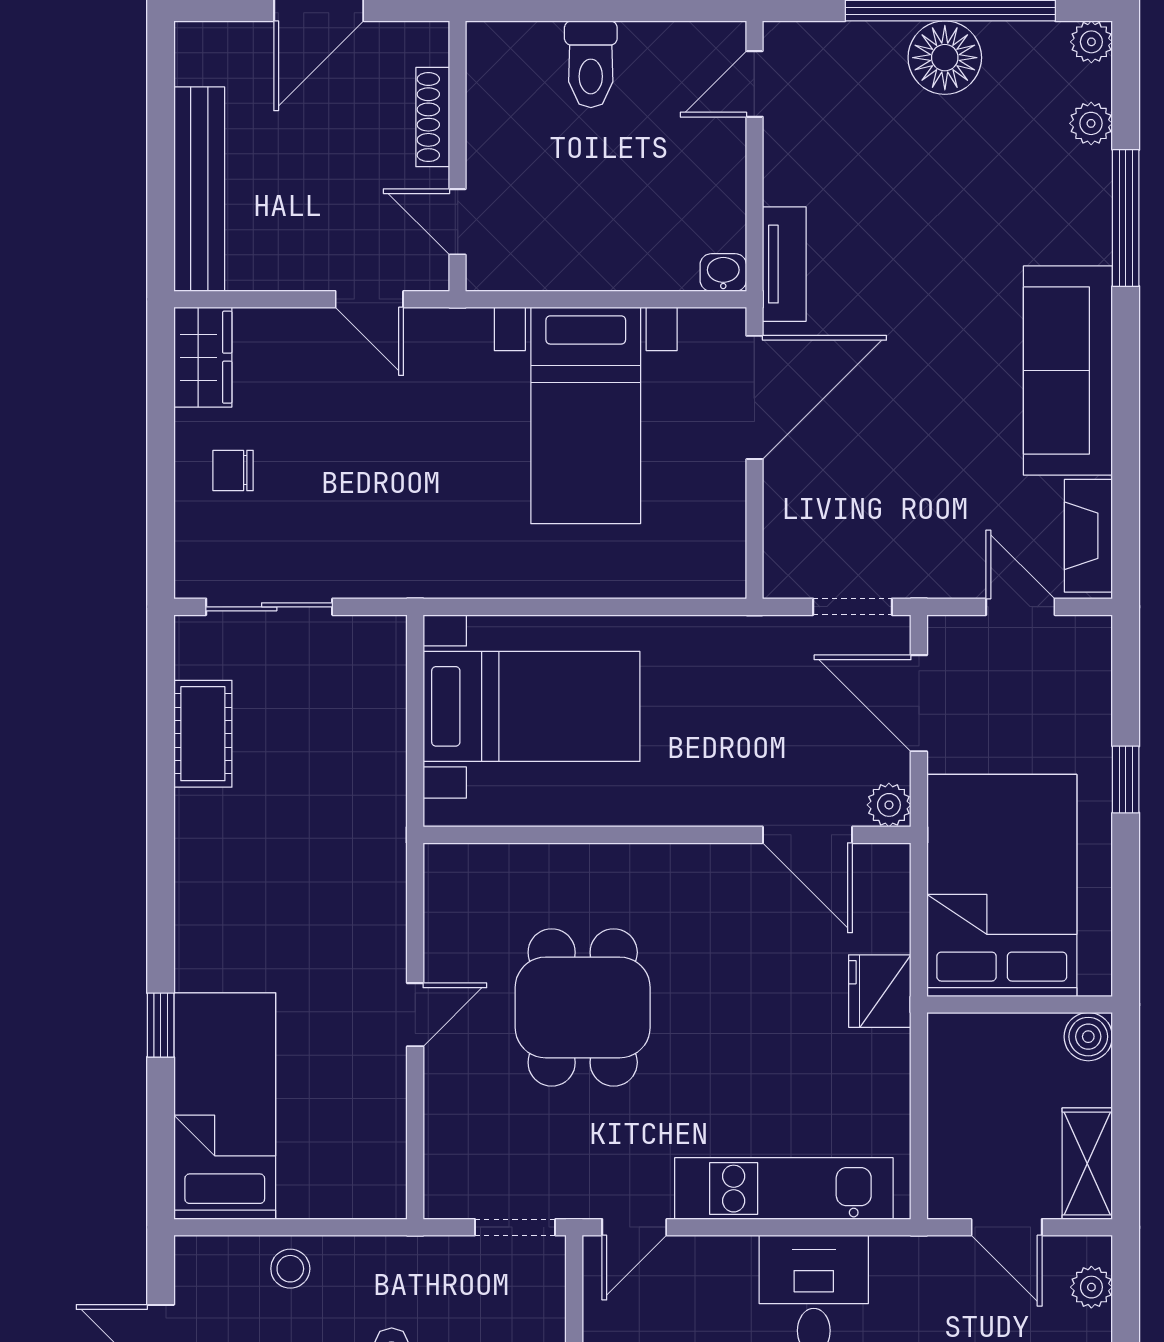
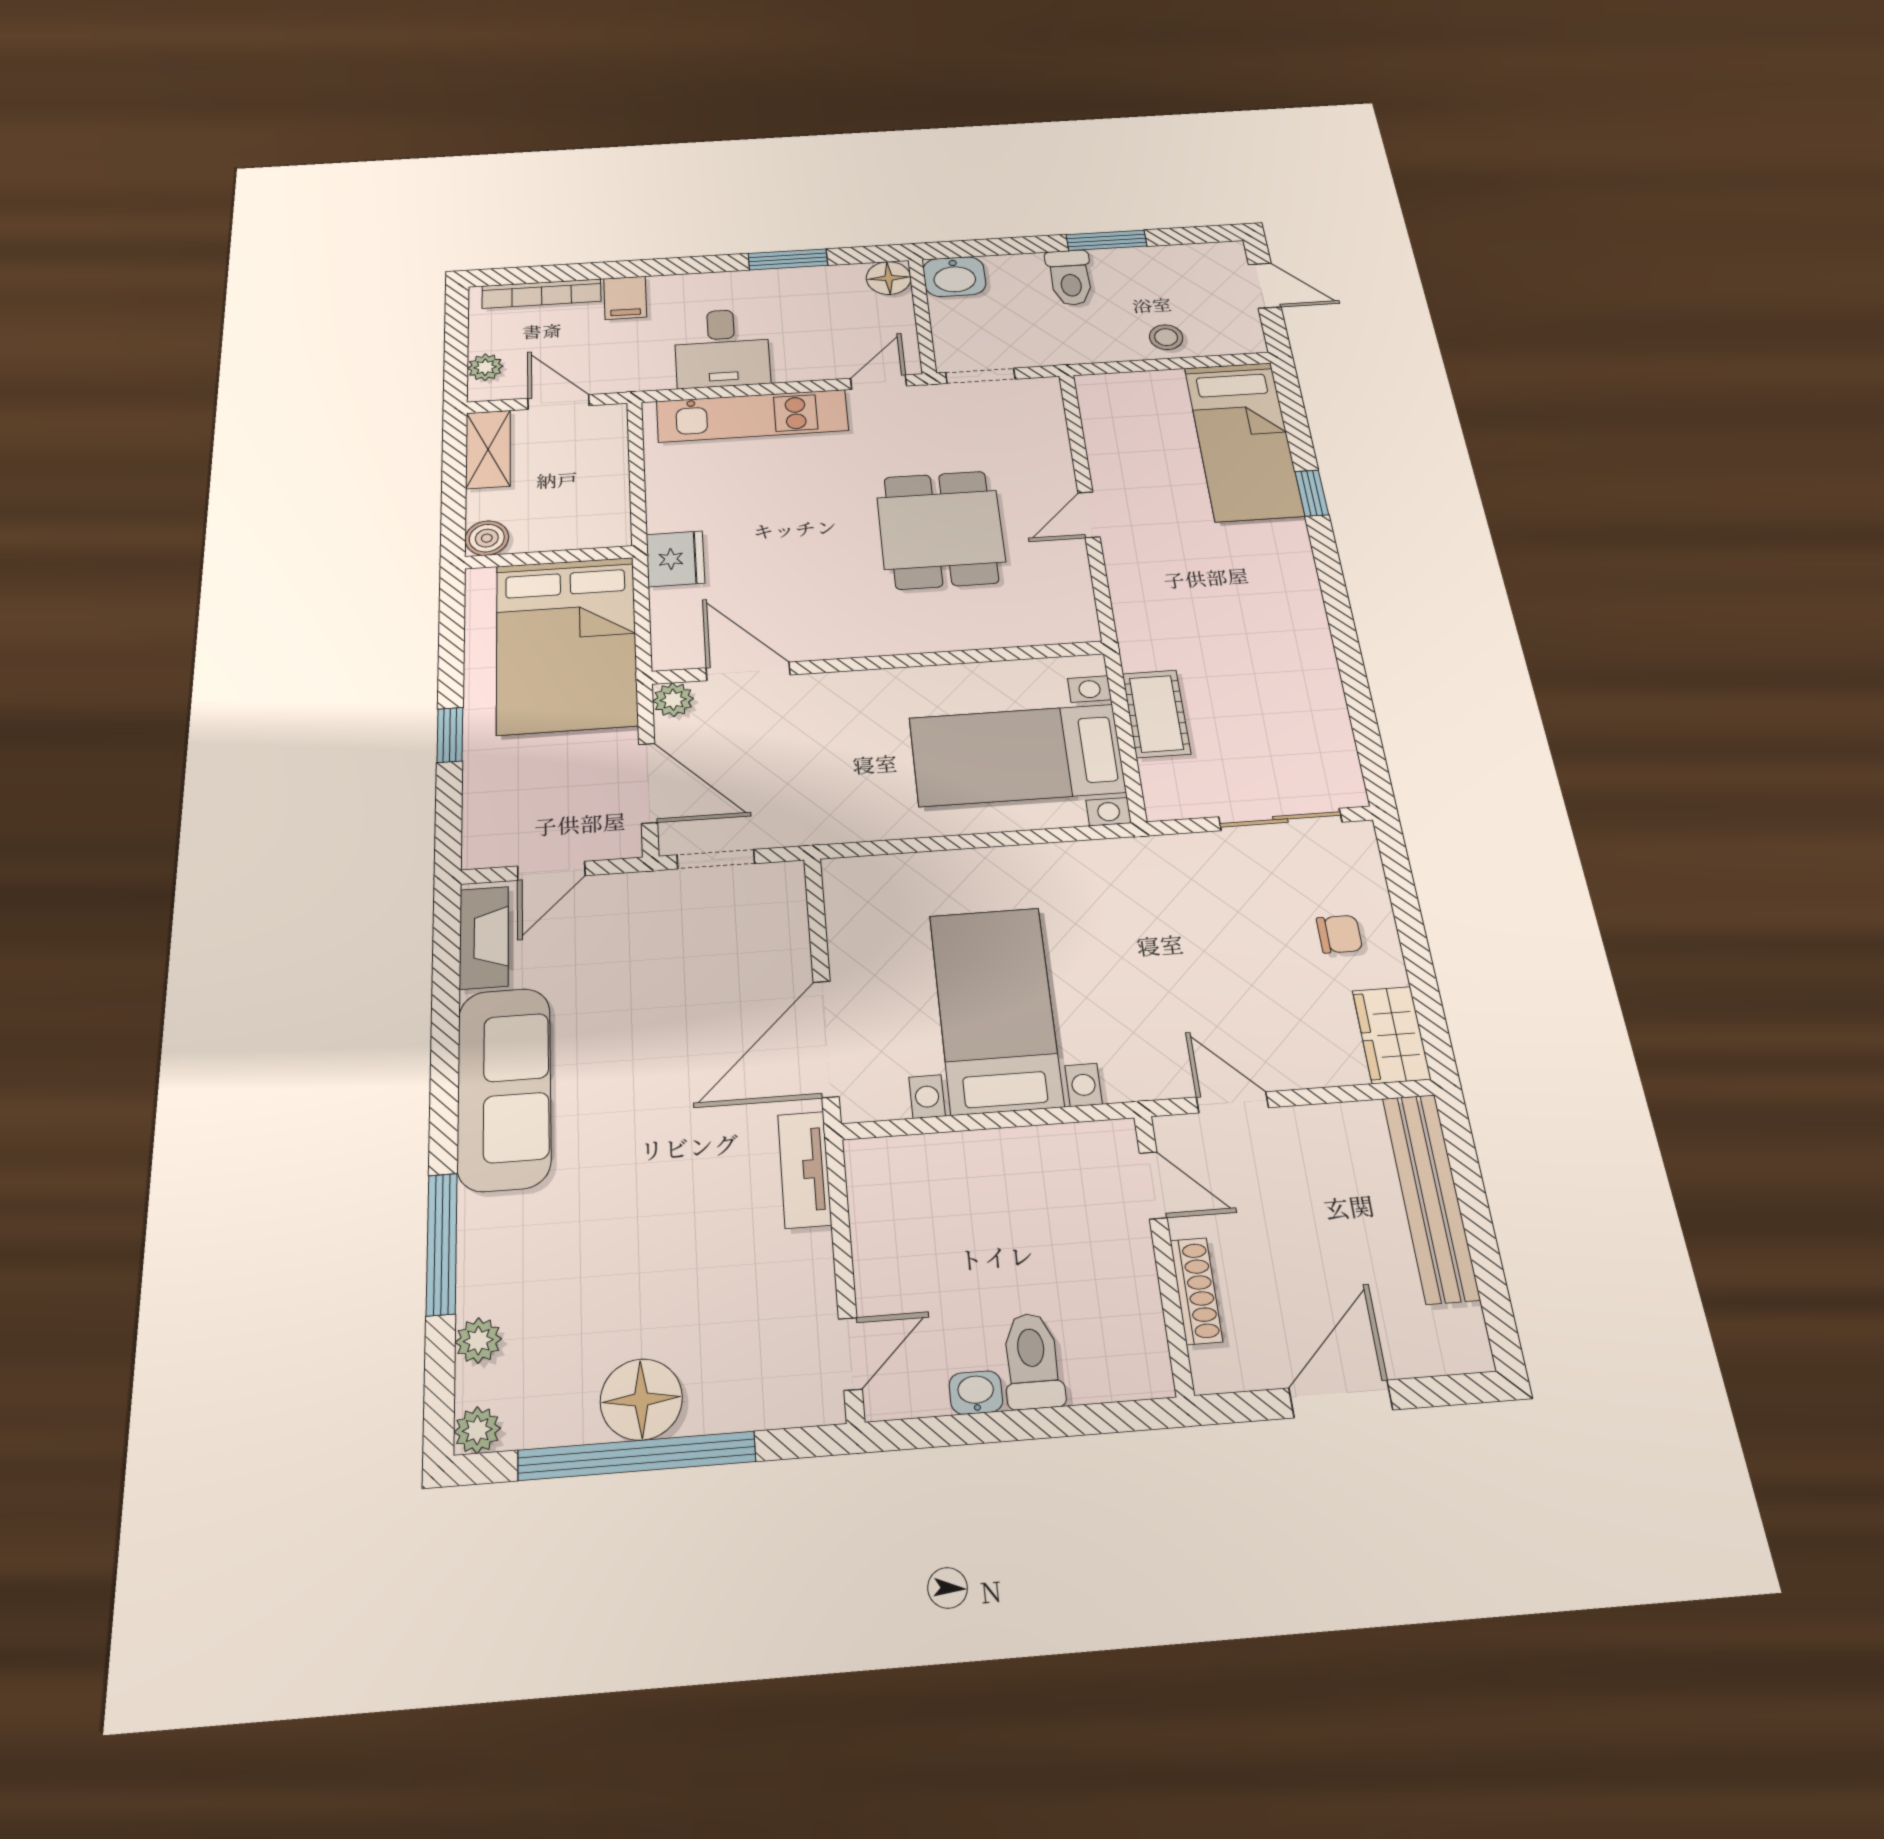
washbasin: (723, 272) -> (976, 1393), moved, turned 180
door: (1020, 607) -> (551, 871), hinge flipped
cot: (203, 734) -> (1156, 714), moved

